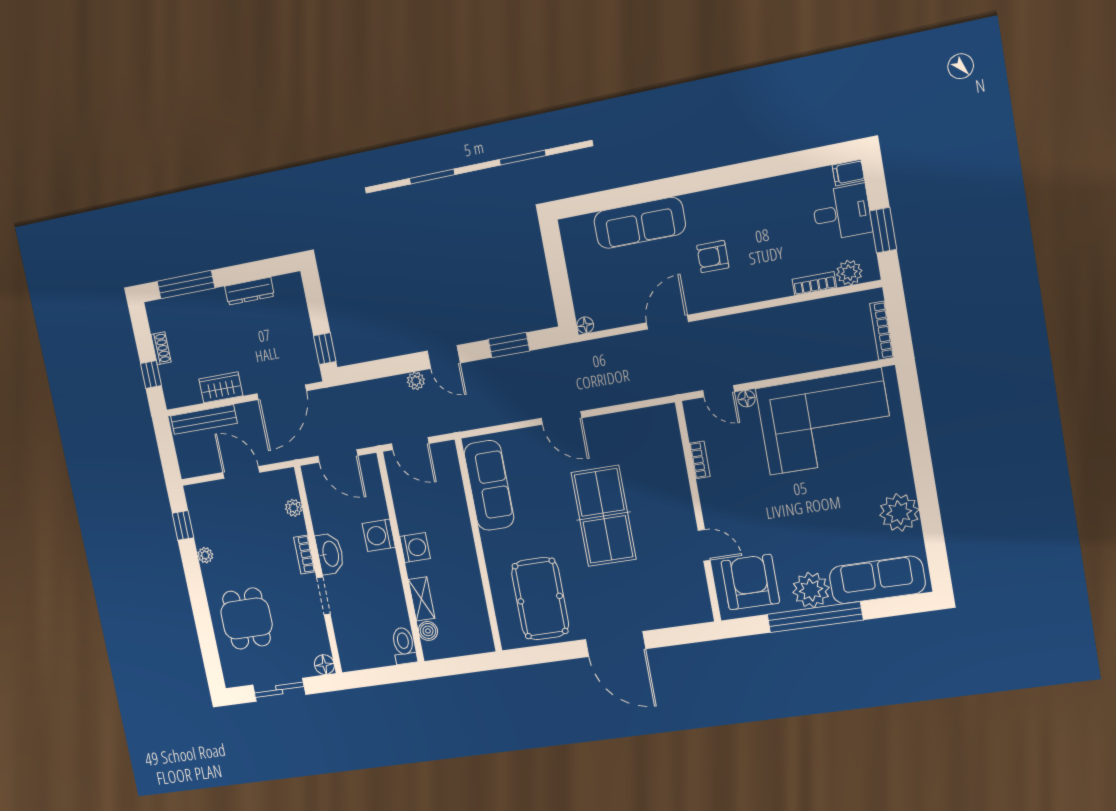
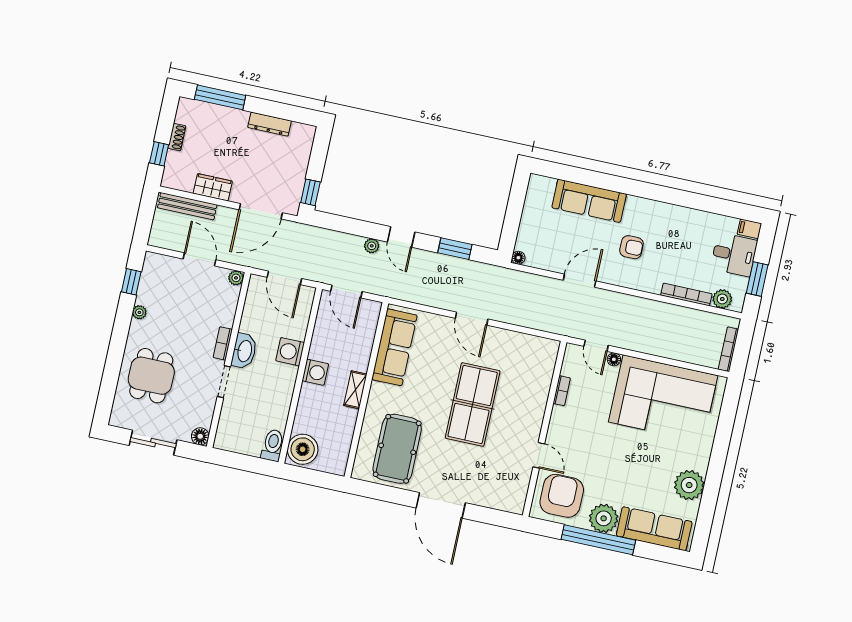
armchair: (713, 257) -> (631, 247), turned 180
bookcase: (814, 283) -> (686, 295), width x1.56
plant: (294, 508) -> (236, 278), moved
shelving: (422, 599) -> (355, 390), moved
boiler: (428, 631) -> (303, 449), width x1.86, depth x1.86

